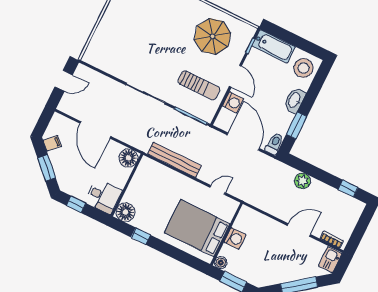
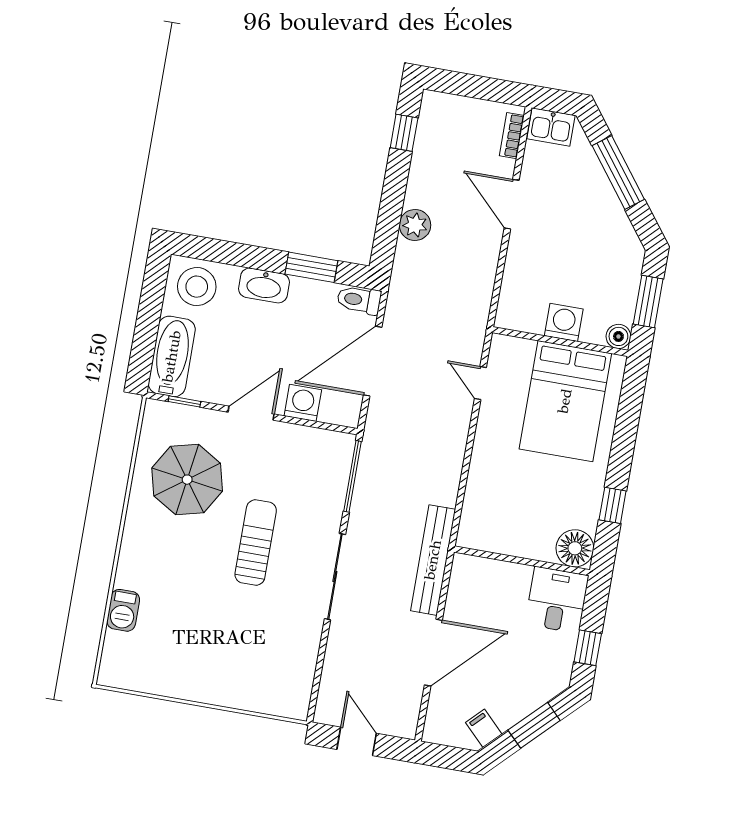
sun lounger: (199, 85) -> (256, 543), moved
floor lamp: (128, 158) -> (469, 573), removed
bench: (175, 160) -> (433, 560), moved

